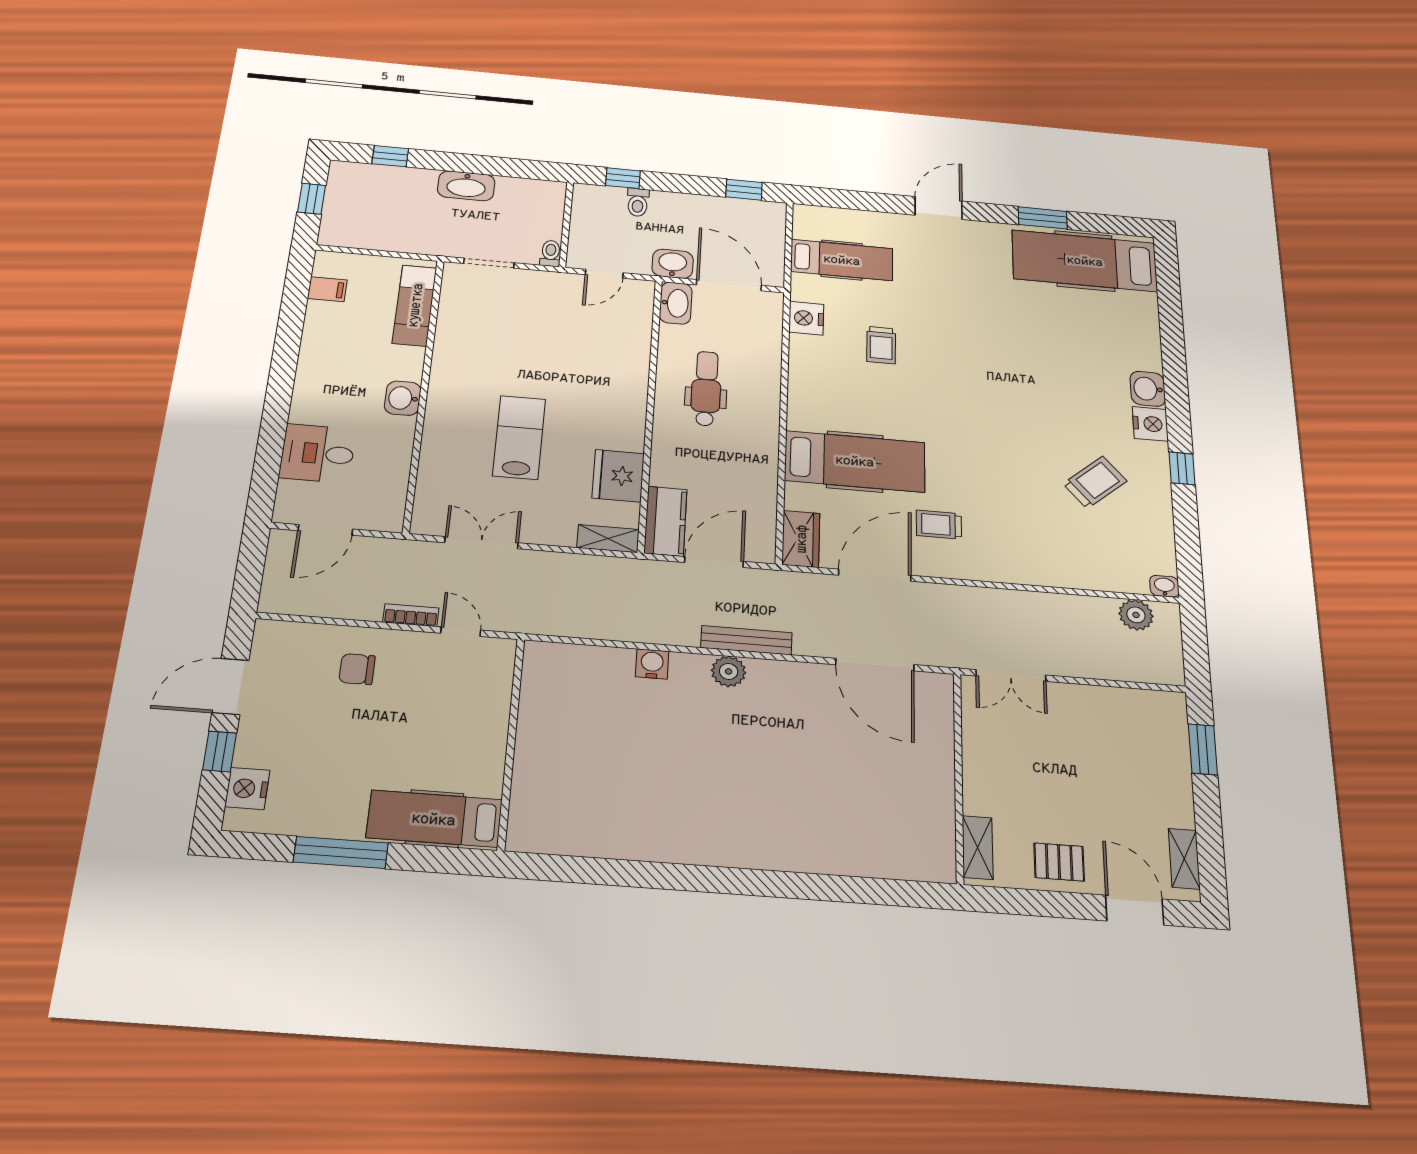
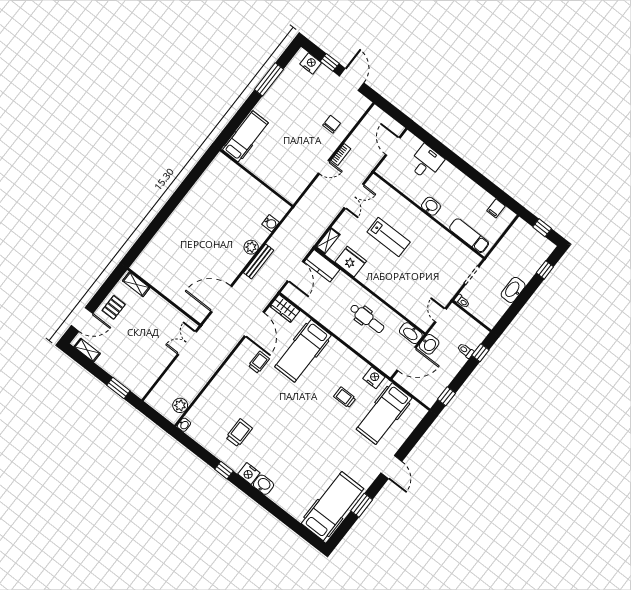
hospital bed: (842, 260) -> (384, 414), width x1.37, depth x1.29
trolley: (1095, 482) -> (239, 433), turned -139
wall: (511, 742) -> (256, 178), moved
hospital bed: (434, 819) -> (245, 136), moved

